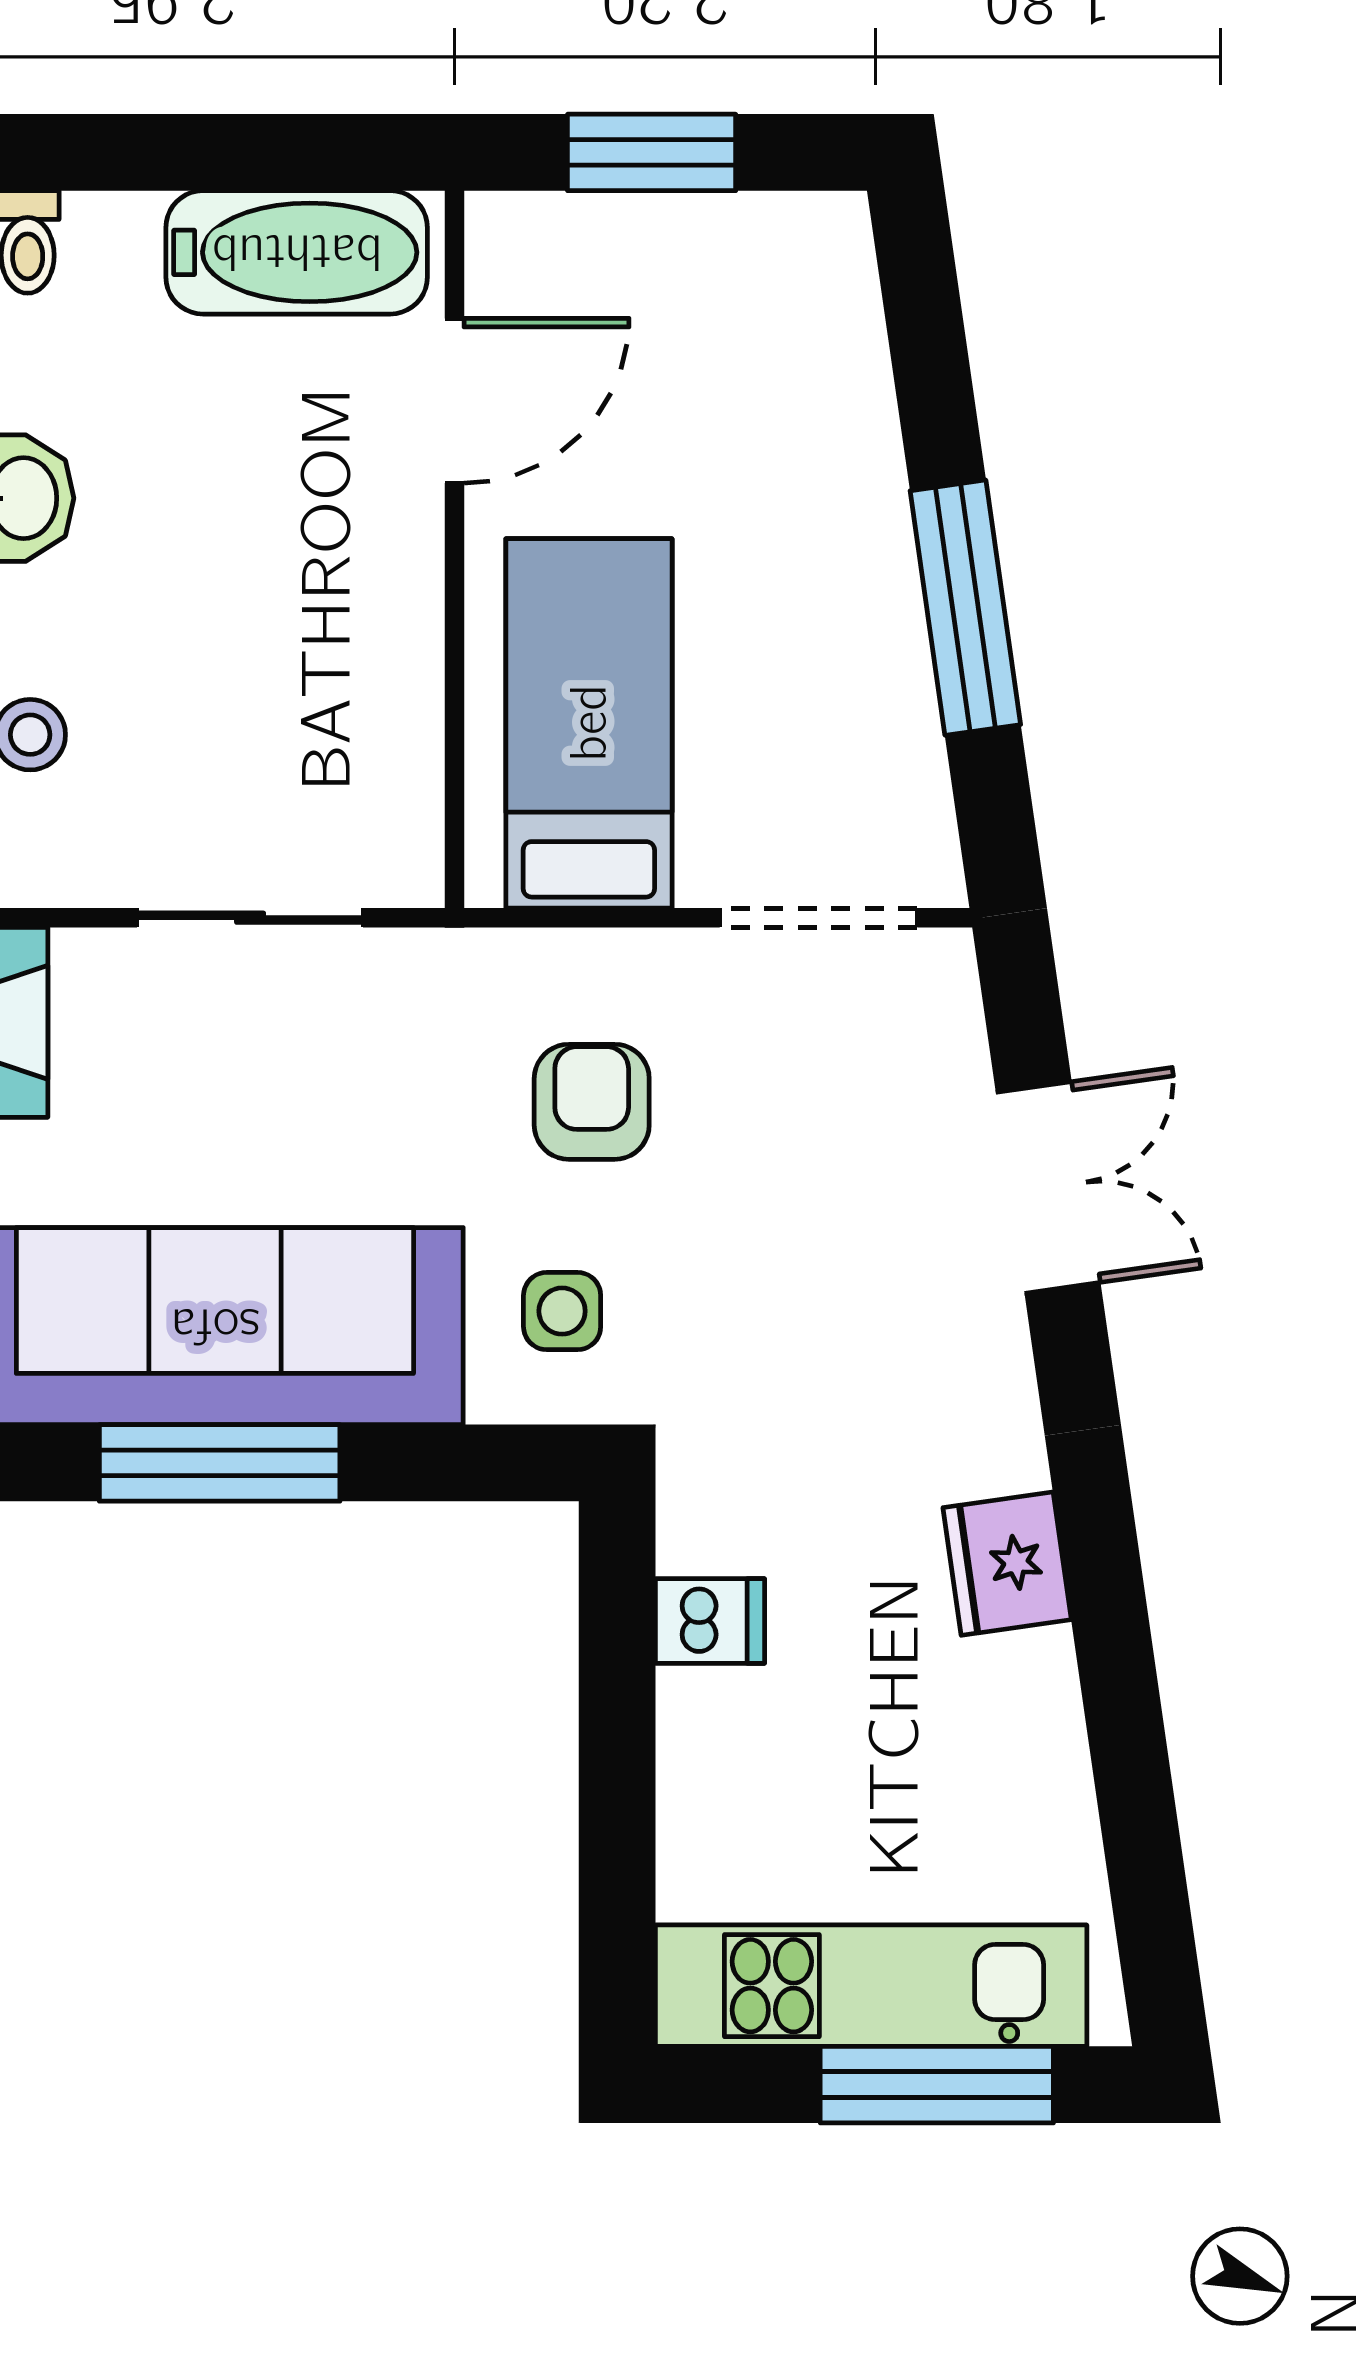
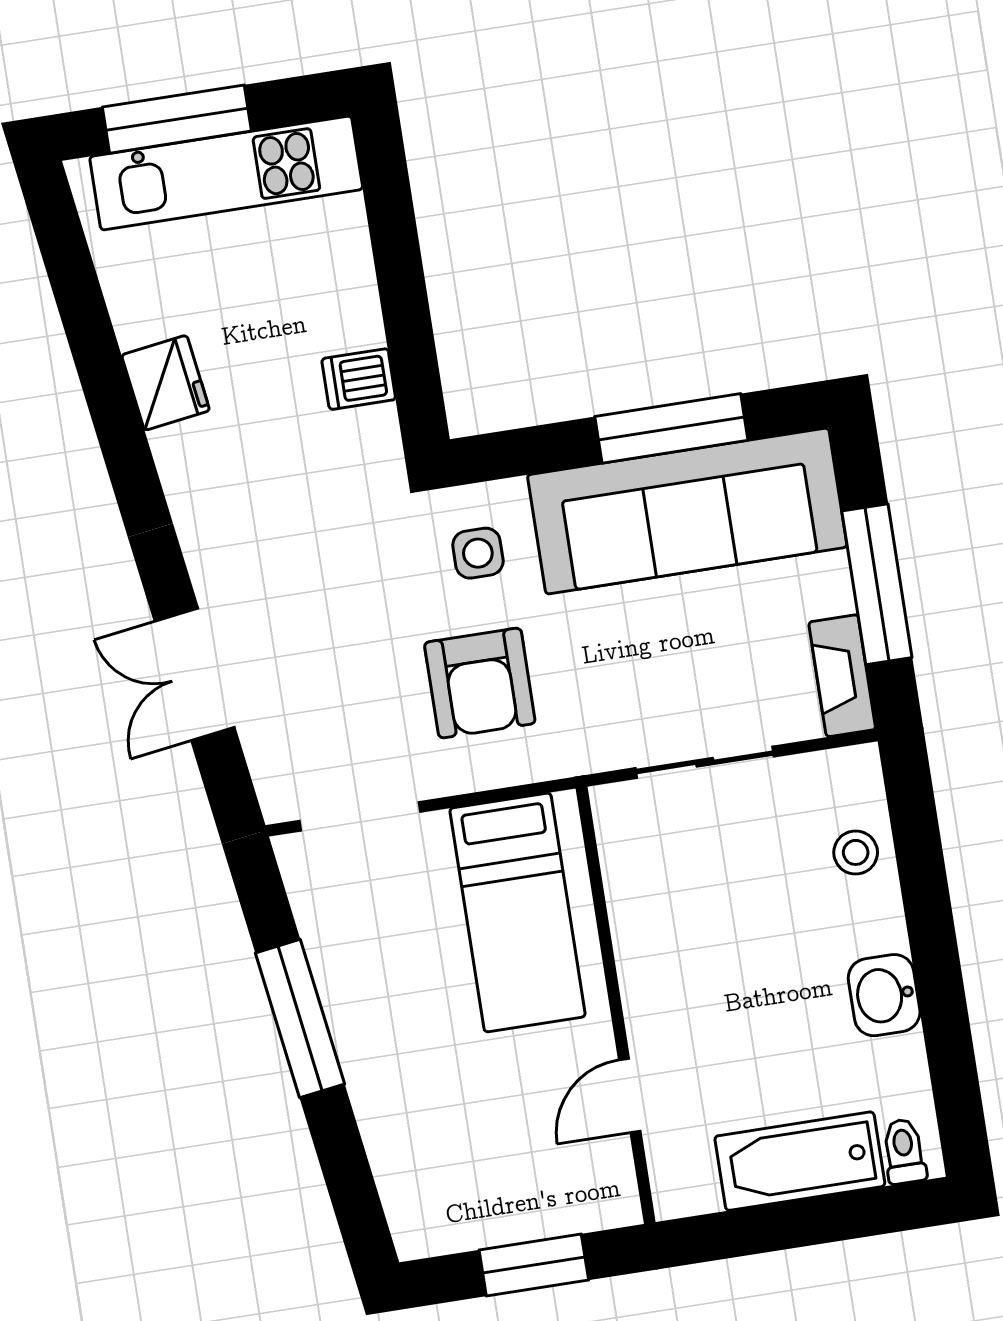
bathtub: (297, 252) -> (800, 1161), moved
door: (455, 401) -> (630, 1096), width x0.73
armchair: (592, 1102) -> (480, 683), width x1.38, depth x1.38
fridge: (1007, 1564) -> (166, 383), moved

